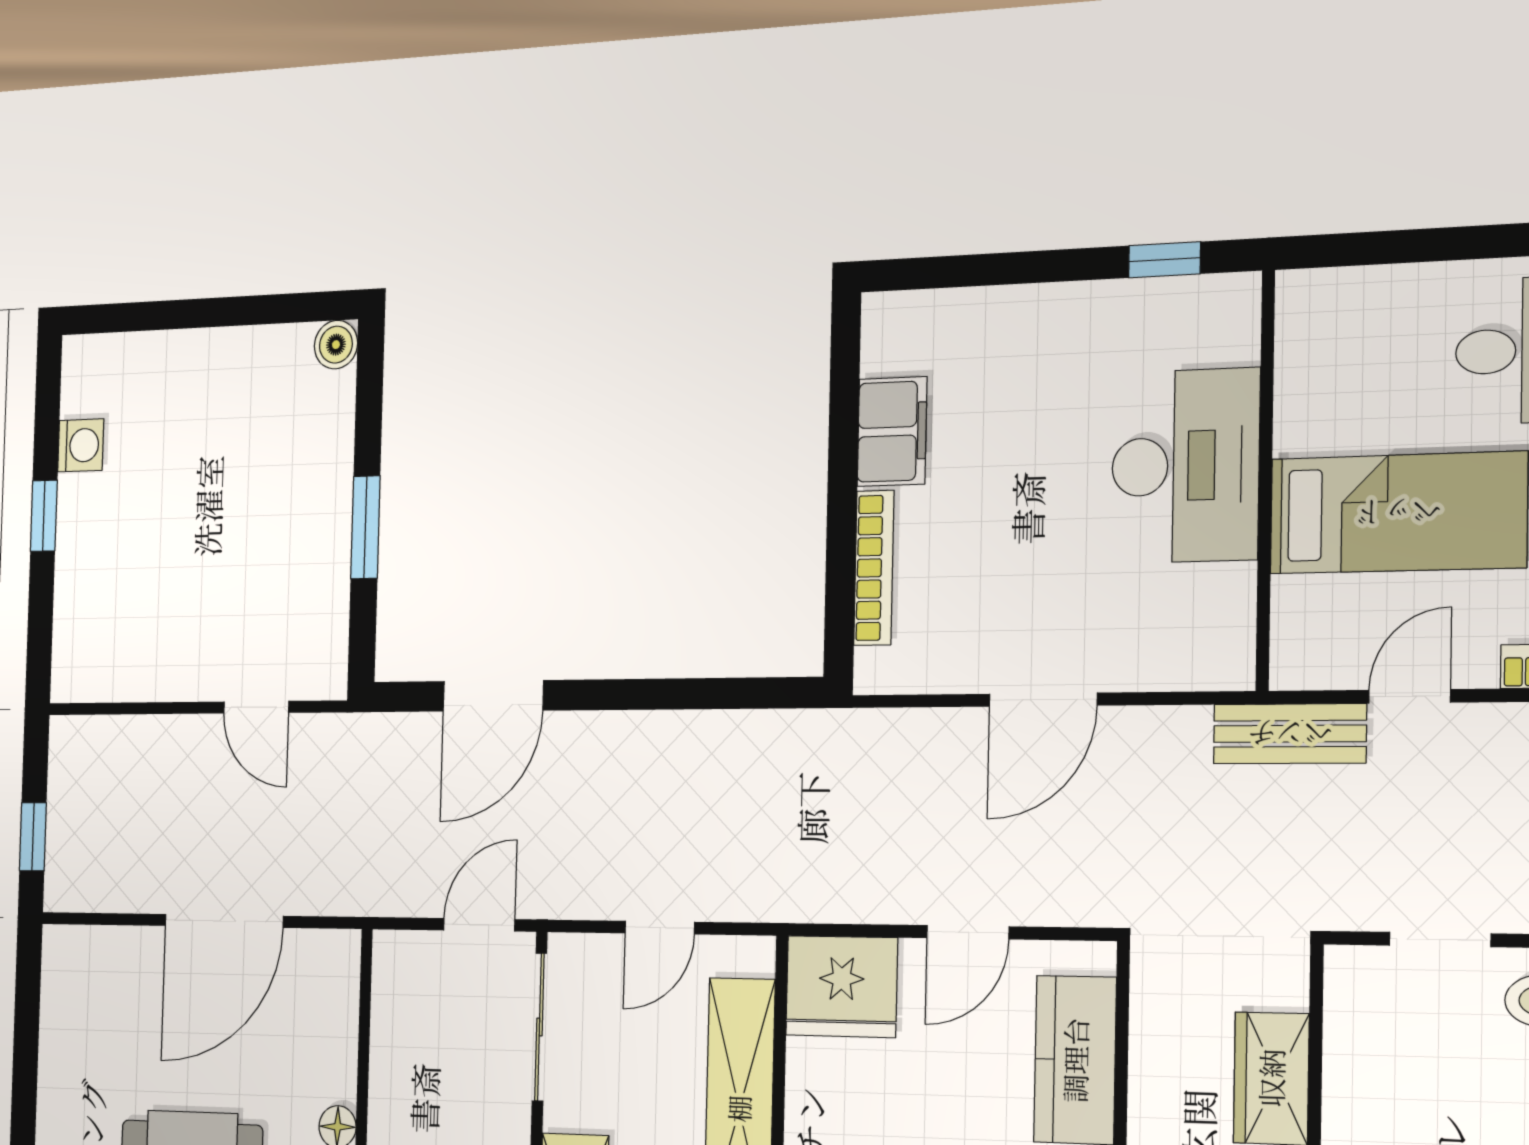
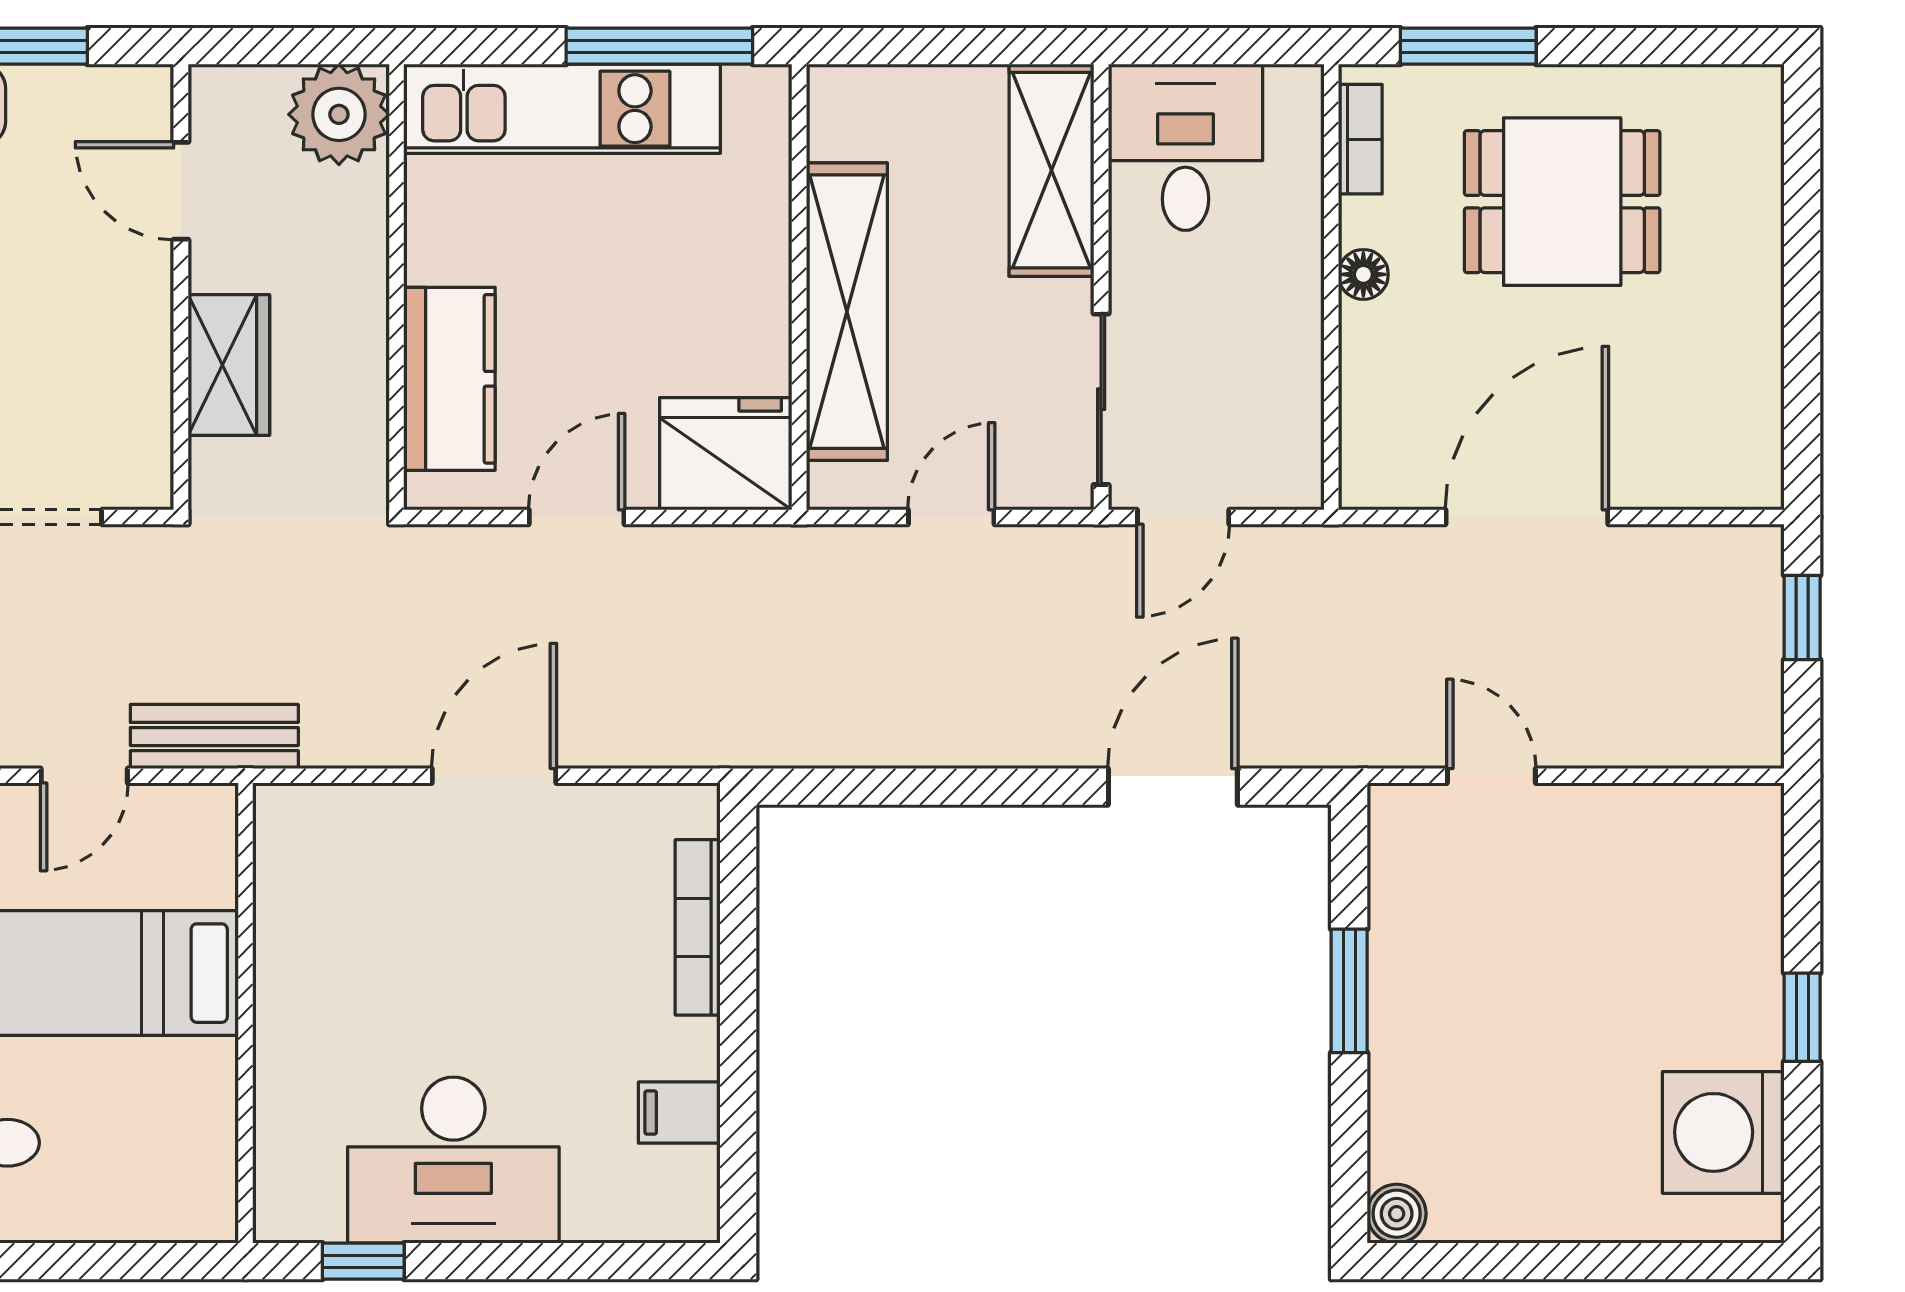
filing cabinet: (892, 432) -> (679, 1113), width x0.50
washing machine: (81, 445) -> (1723, 1132), width x1.89, depth x1.89
desk: (1185, 466) -> (453, 1160), moved, turned -90

